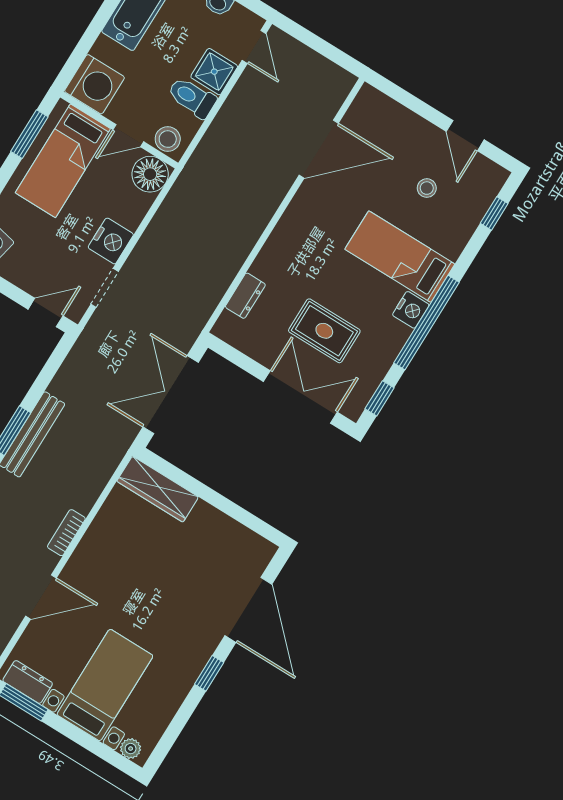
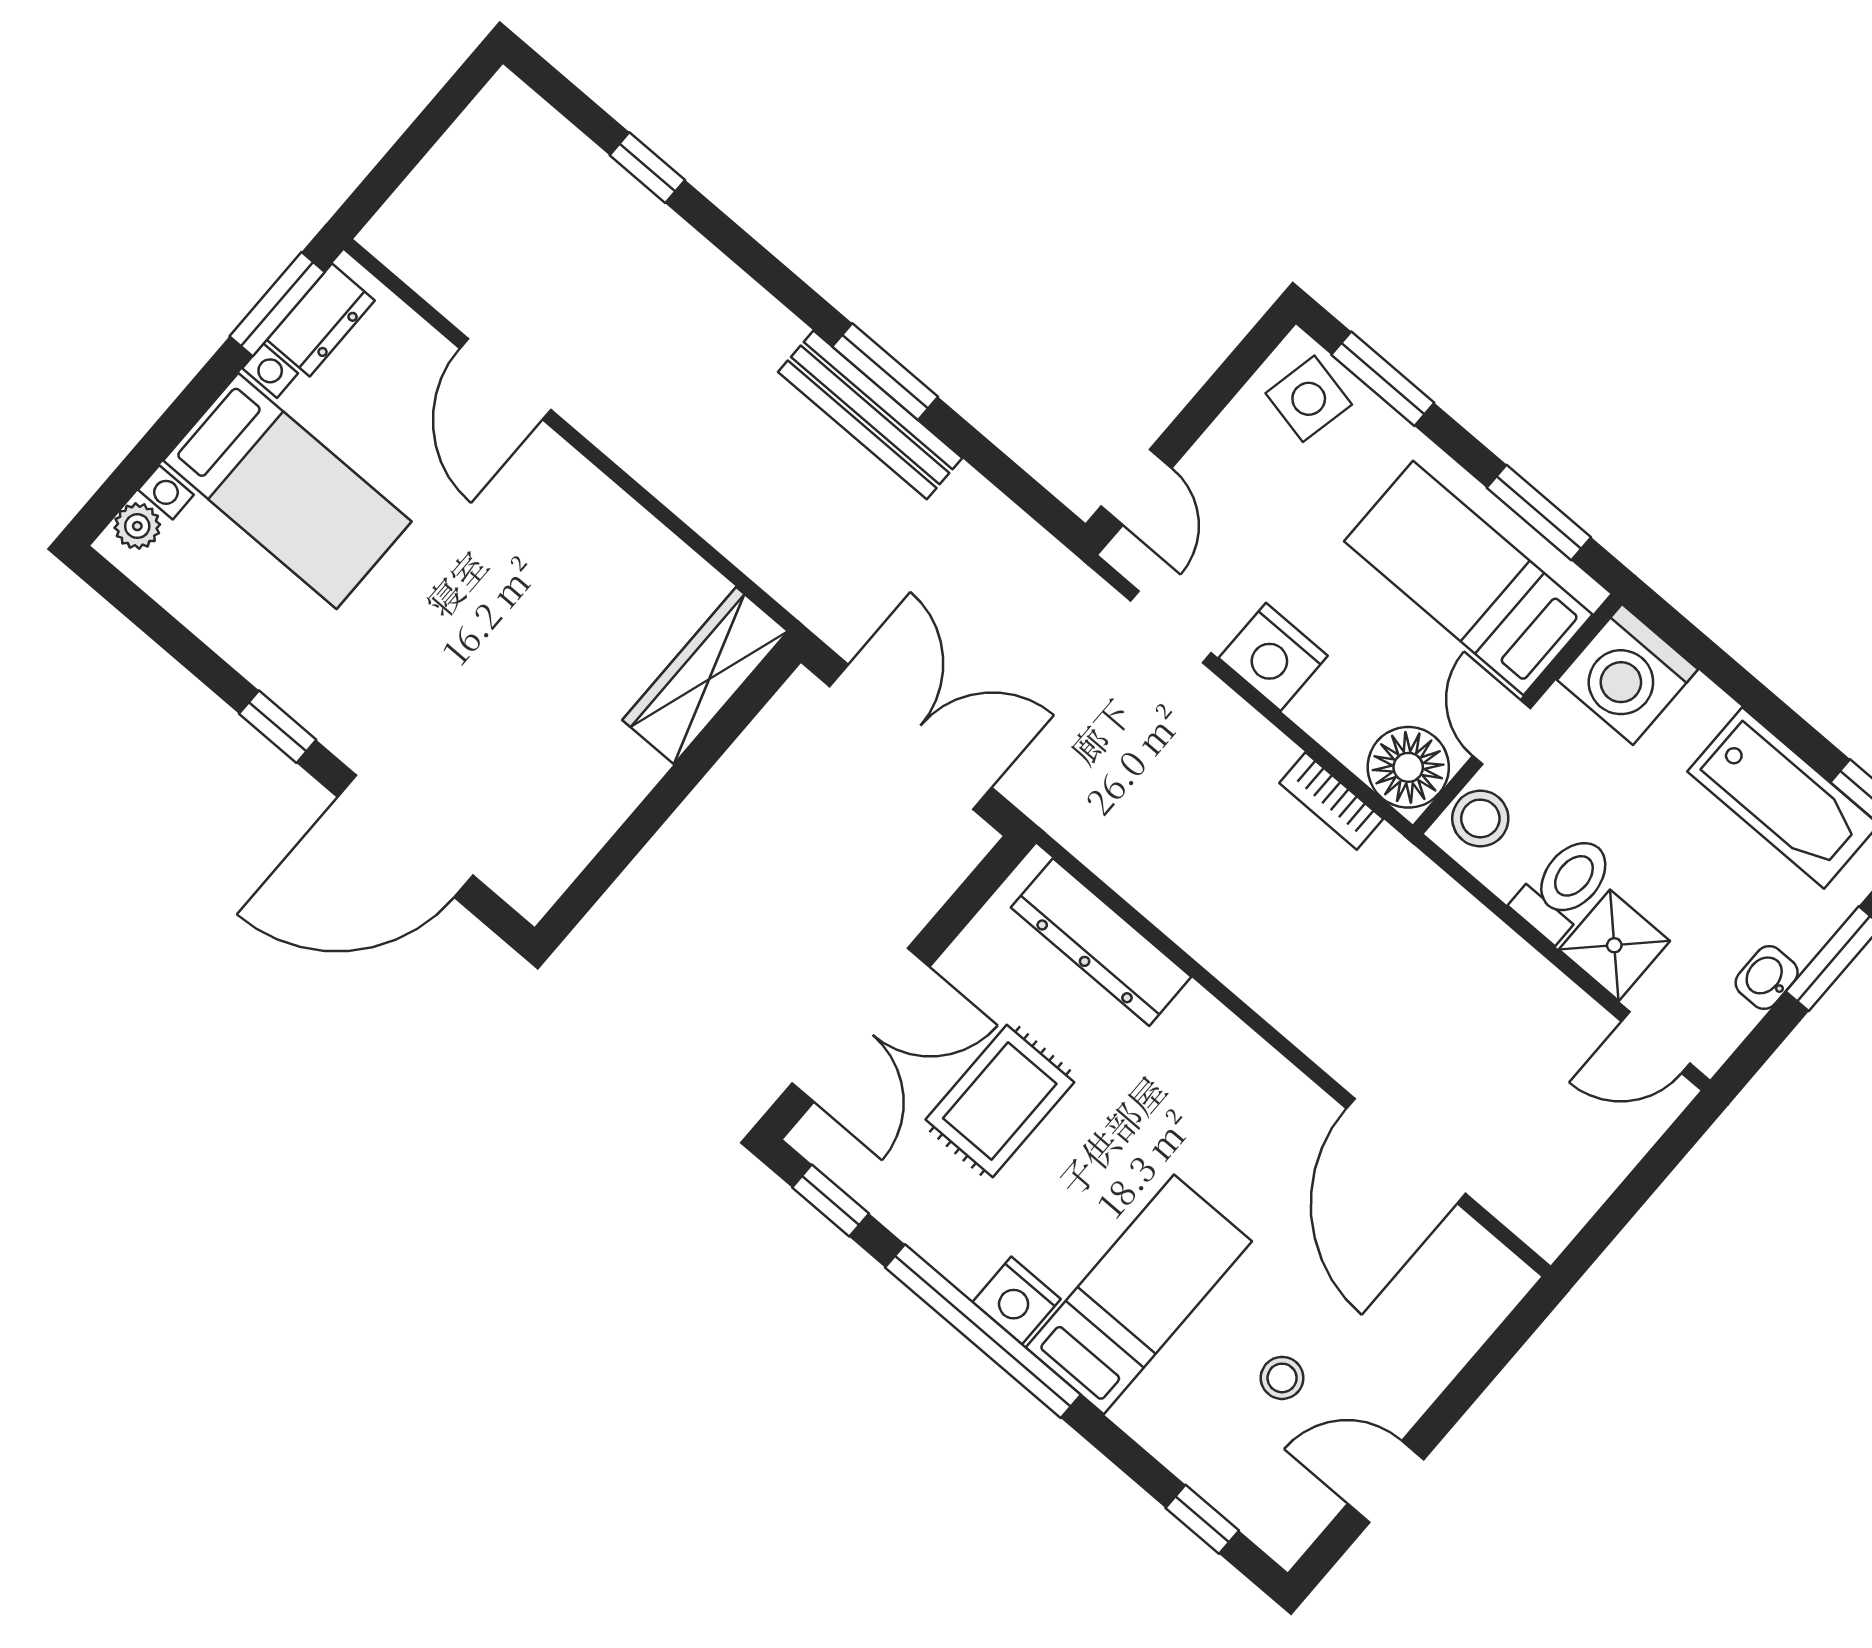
dresser: (245, 296) -> (1101, 942), width x1.96, depth x1.24
bookcase: (66, 533) -> (1331, 801), moved, turned 180

